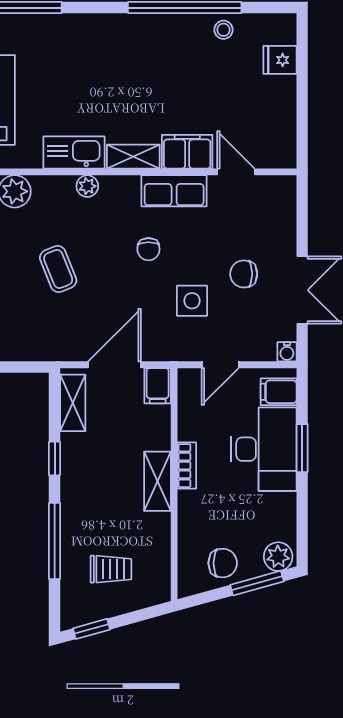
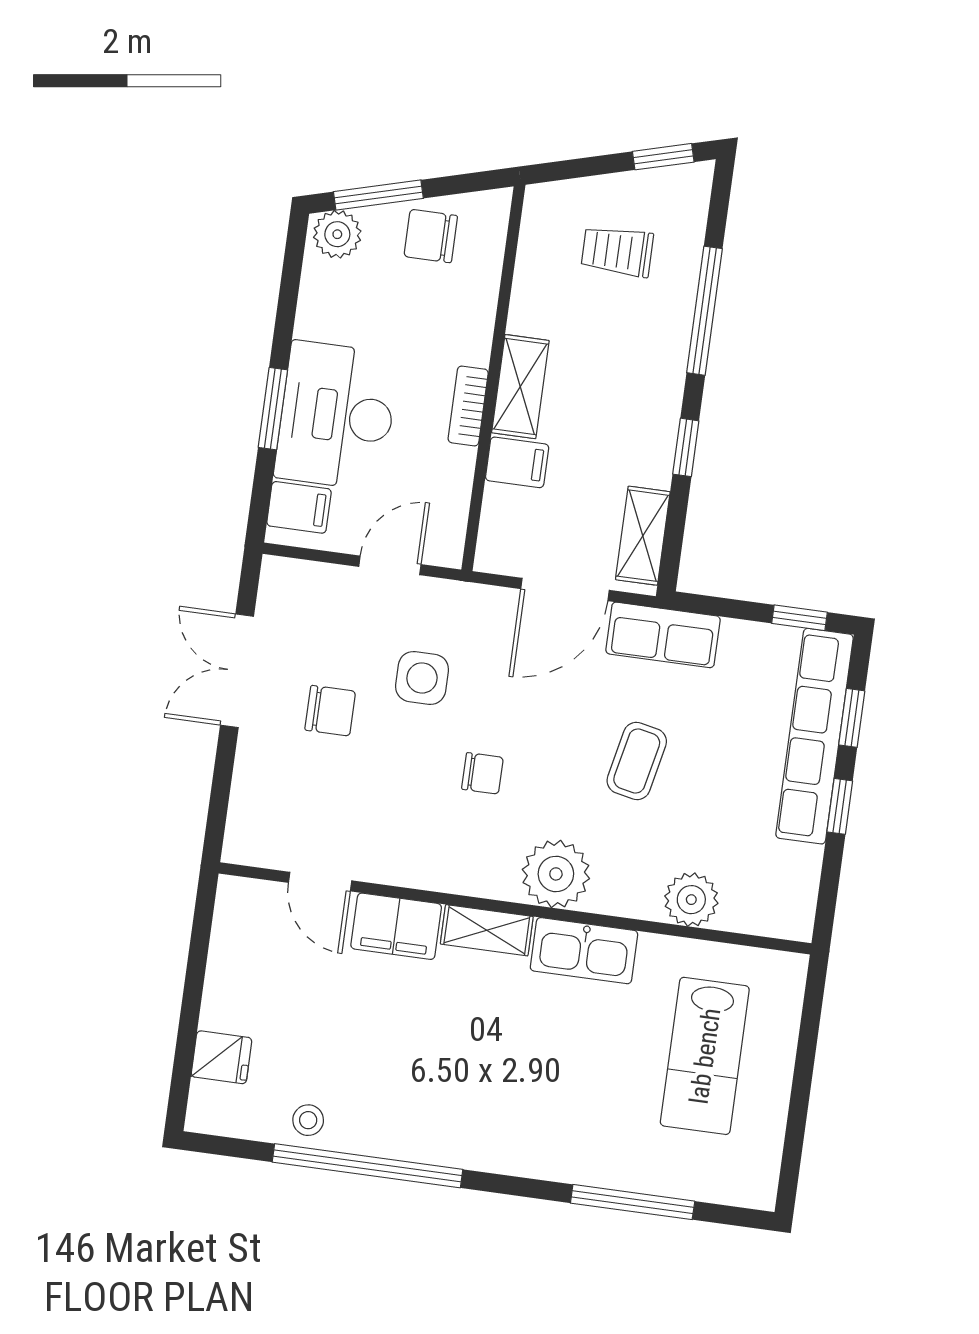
plant: (87, 186) -> (556, 874), width x1.88, depth x1.88
row of seats: (174, 191) -> (663, 635), moved, turned 180
chair: (148, 249) -> (482, 773), turned 90
coffee table: (58, 269) -> (637, 761), turned 34
water cooler: (287, 352) -> (276, 572), removed
filing cabinet: (158, 386) -> (517, 462), moved, turned 90

